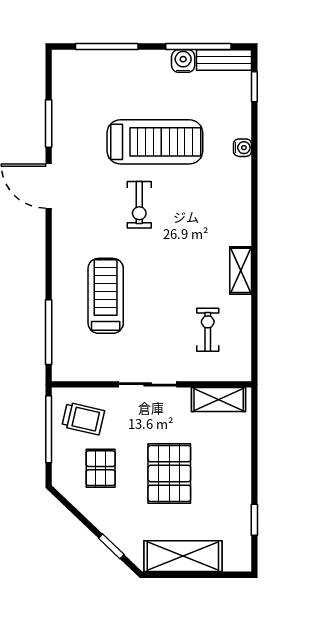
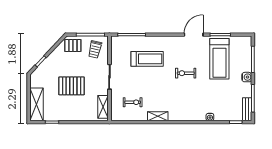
water cooler: (183, 61) -> (247, 77), moved
treadmill: (155, 142) -> (219, 59), moved
pallet: (101, 468) -> (73, 46), moved
shelving: (183, 556) -> (36, 104), moved

